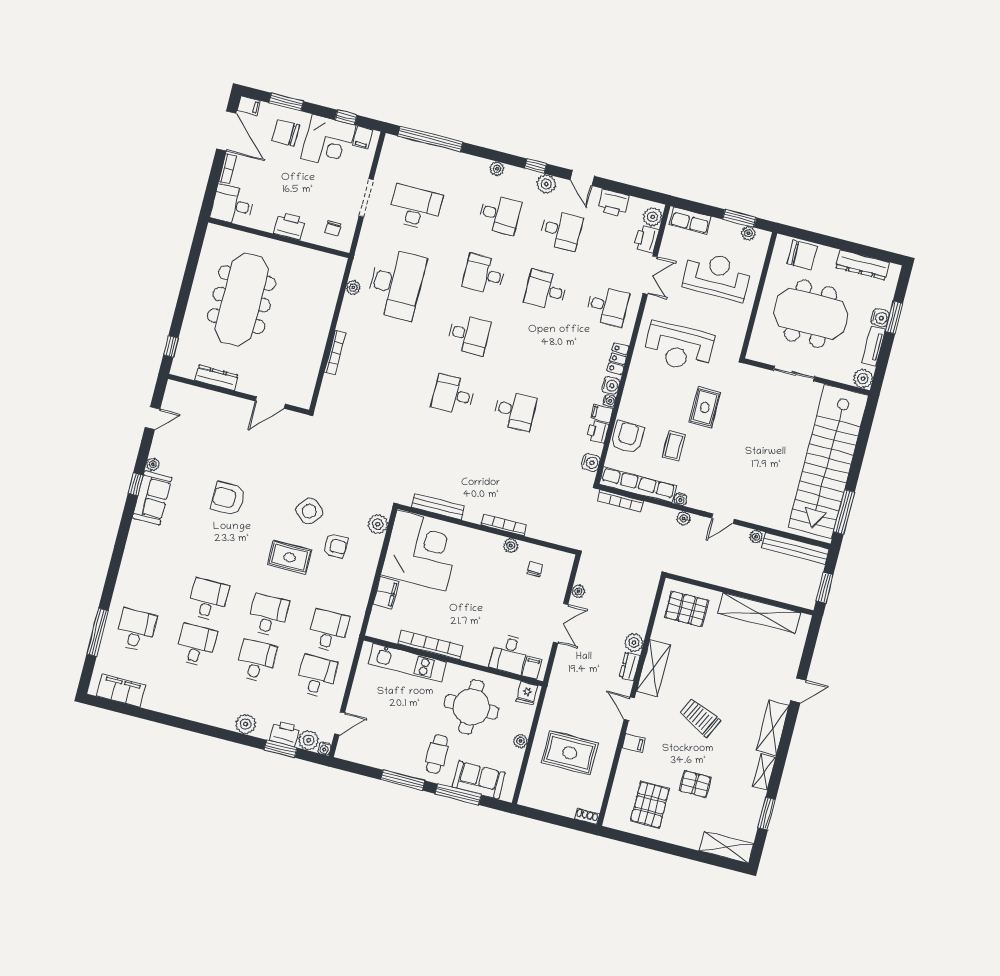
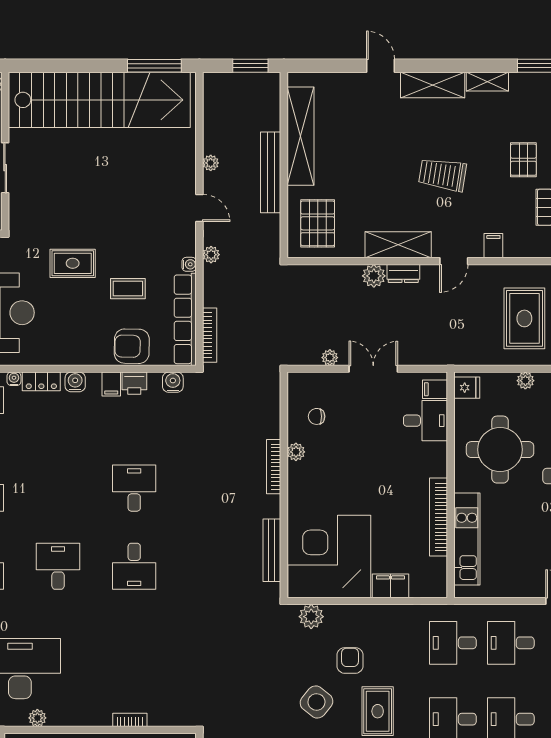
bookcase: (335, 353) -> (130, 720), width x0.64
water cooler: (609, 401) -> (14, 379), moved
bench: (795, 548) -> (271, 172), moved
trolley: (700, 717) -> (442, 175), turned 73

